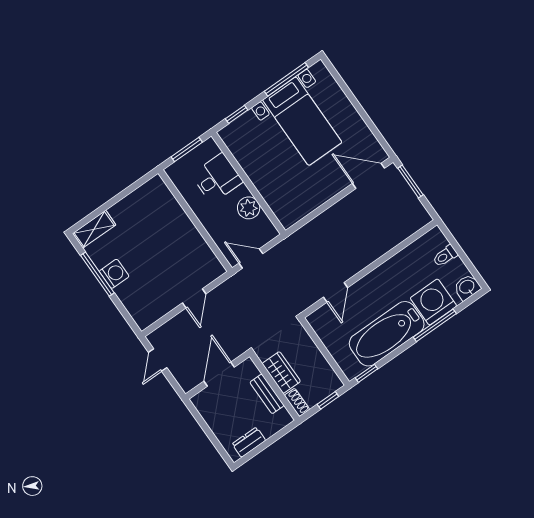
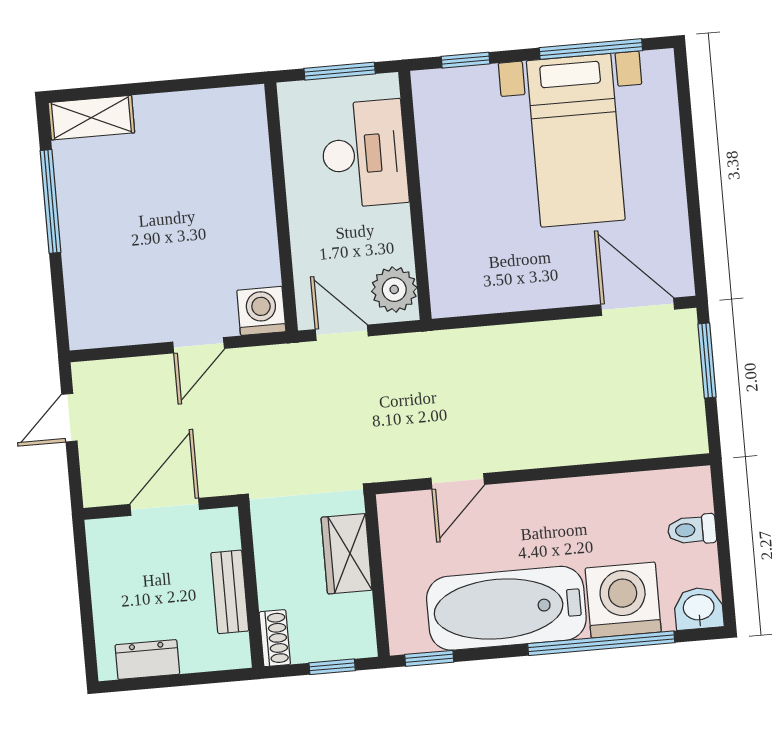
desk: (217, 178) -> (364, 154), width x1.37
plant: (249, 208) -> (394, 289), moved
washing machine: (114, 274) -> (261, 311), moved, turned -90
window: (435, 325) -> (601, 643), width x1.46
wardrobe: (281, 372) -> (346, 554), moved, turned 180

